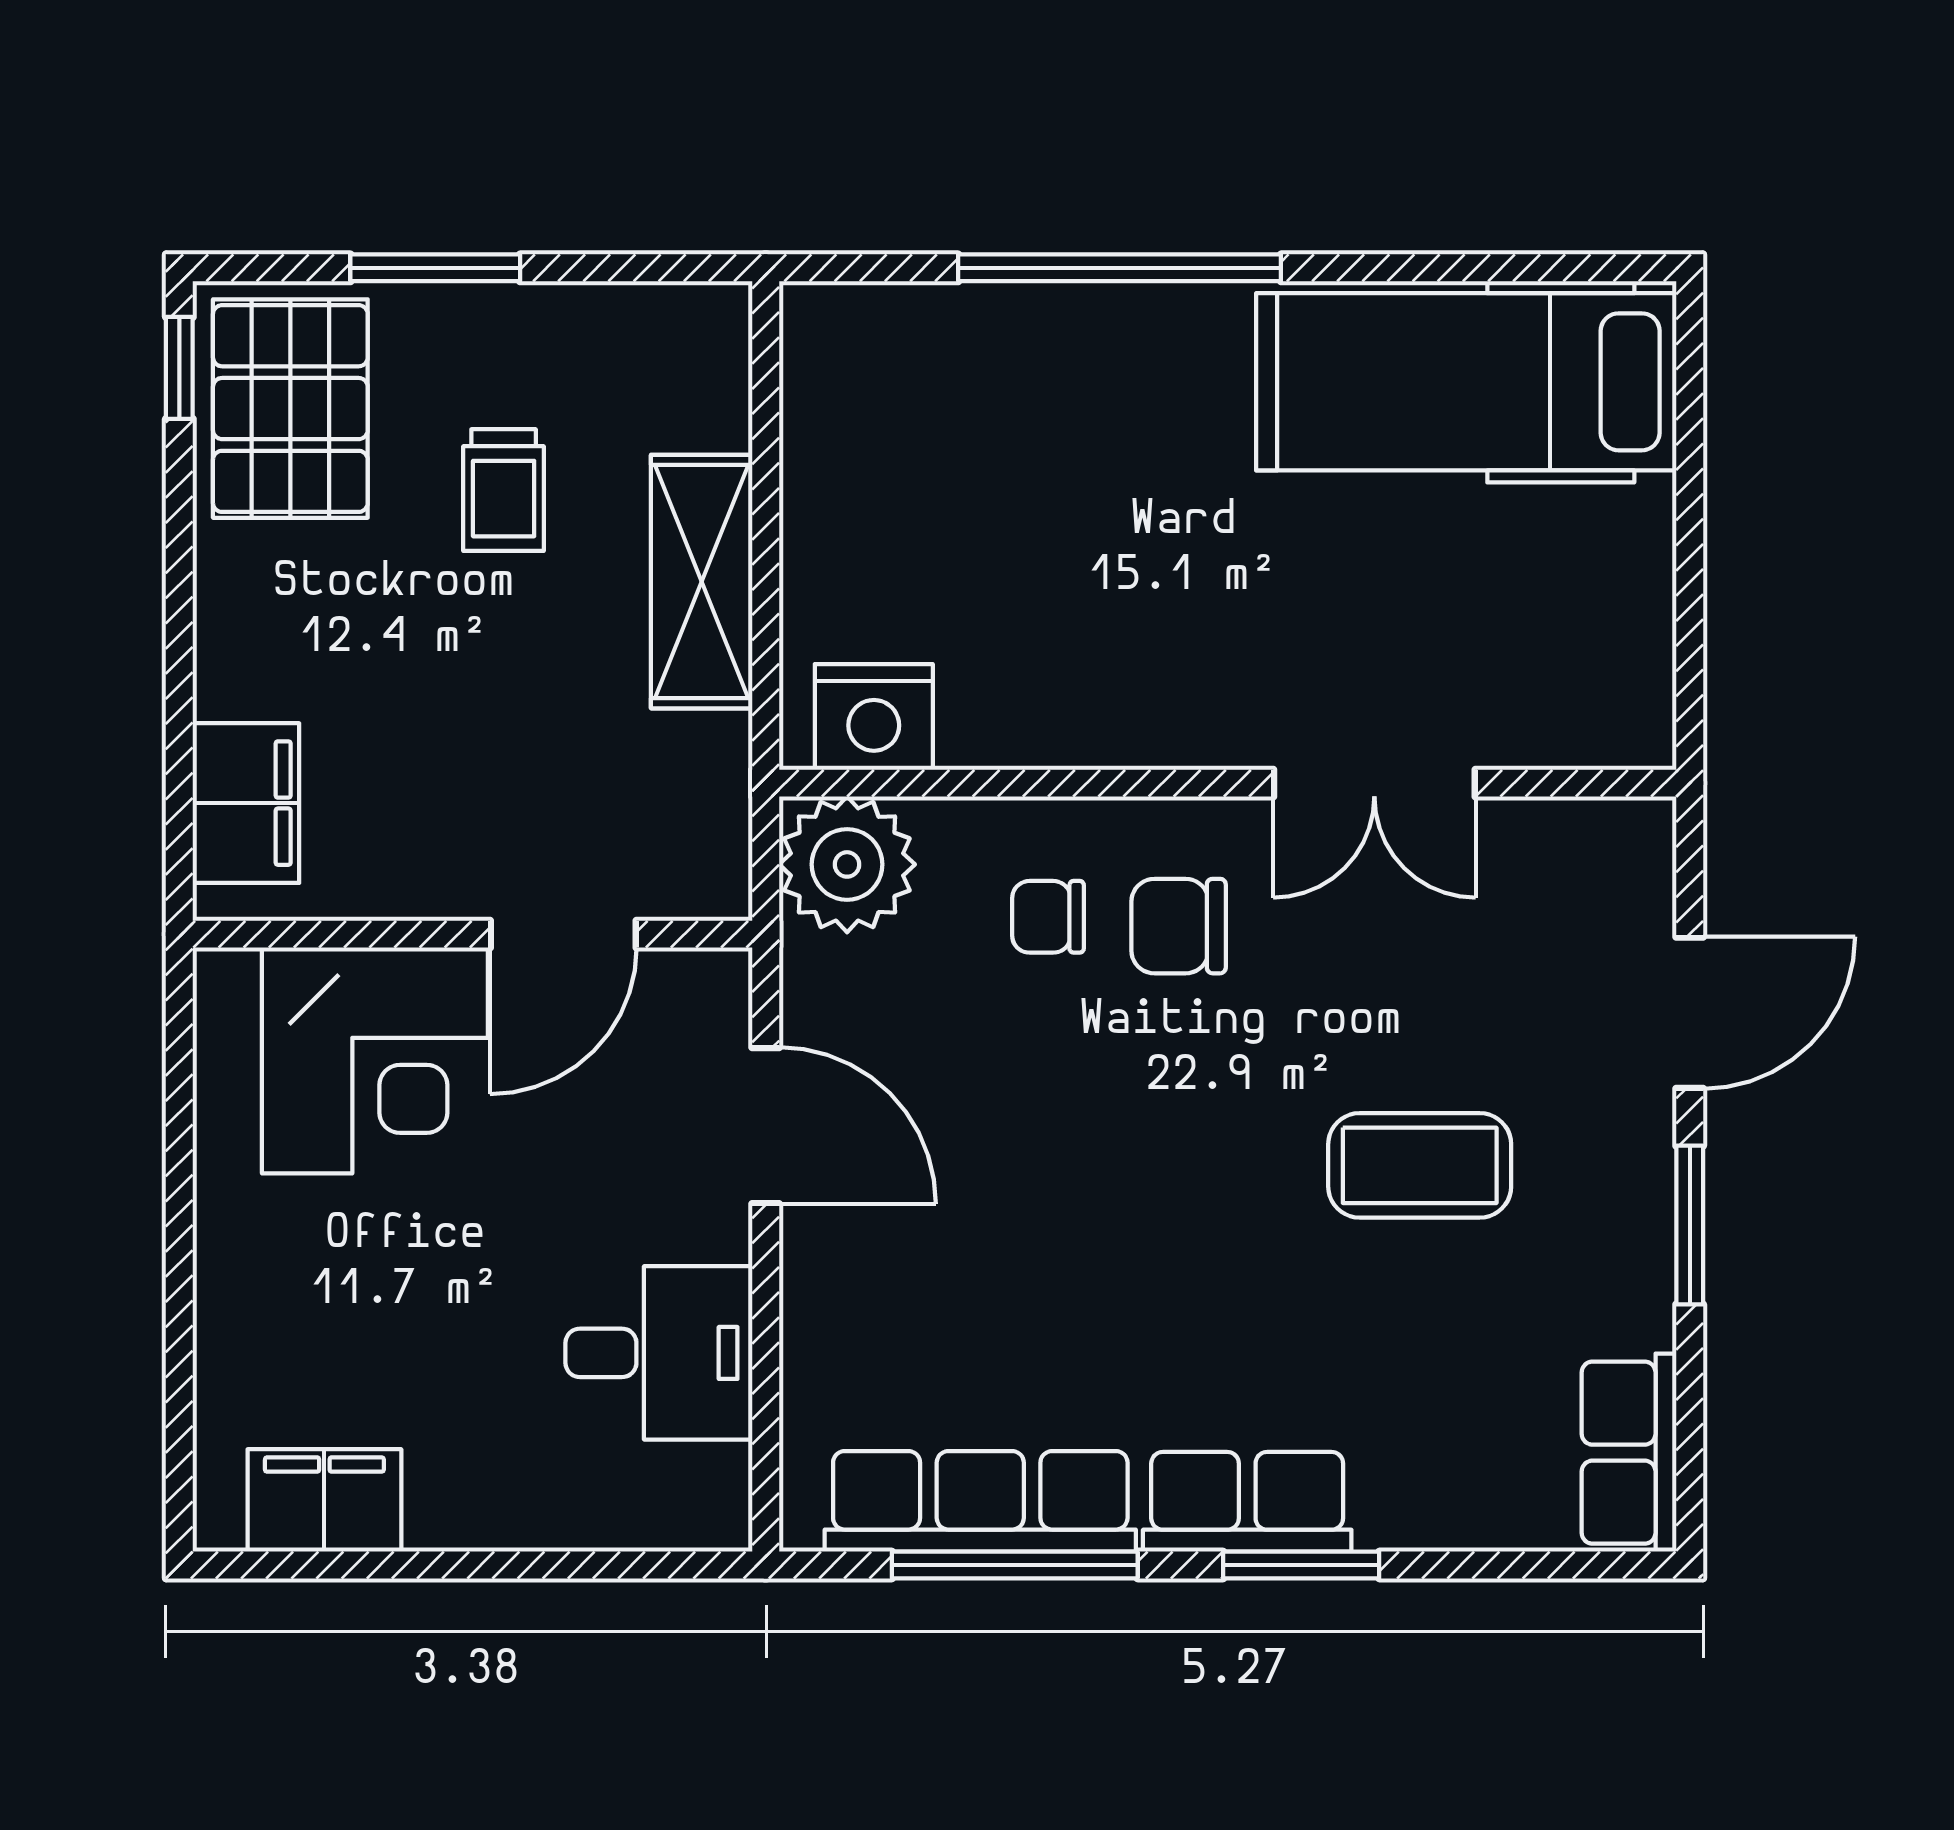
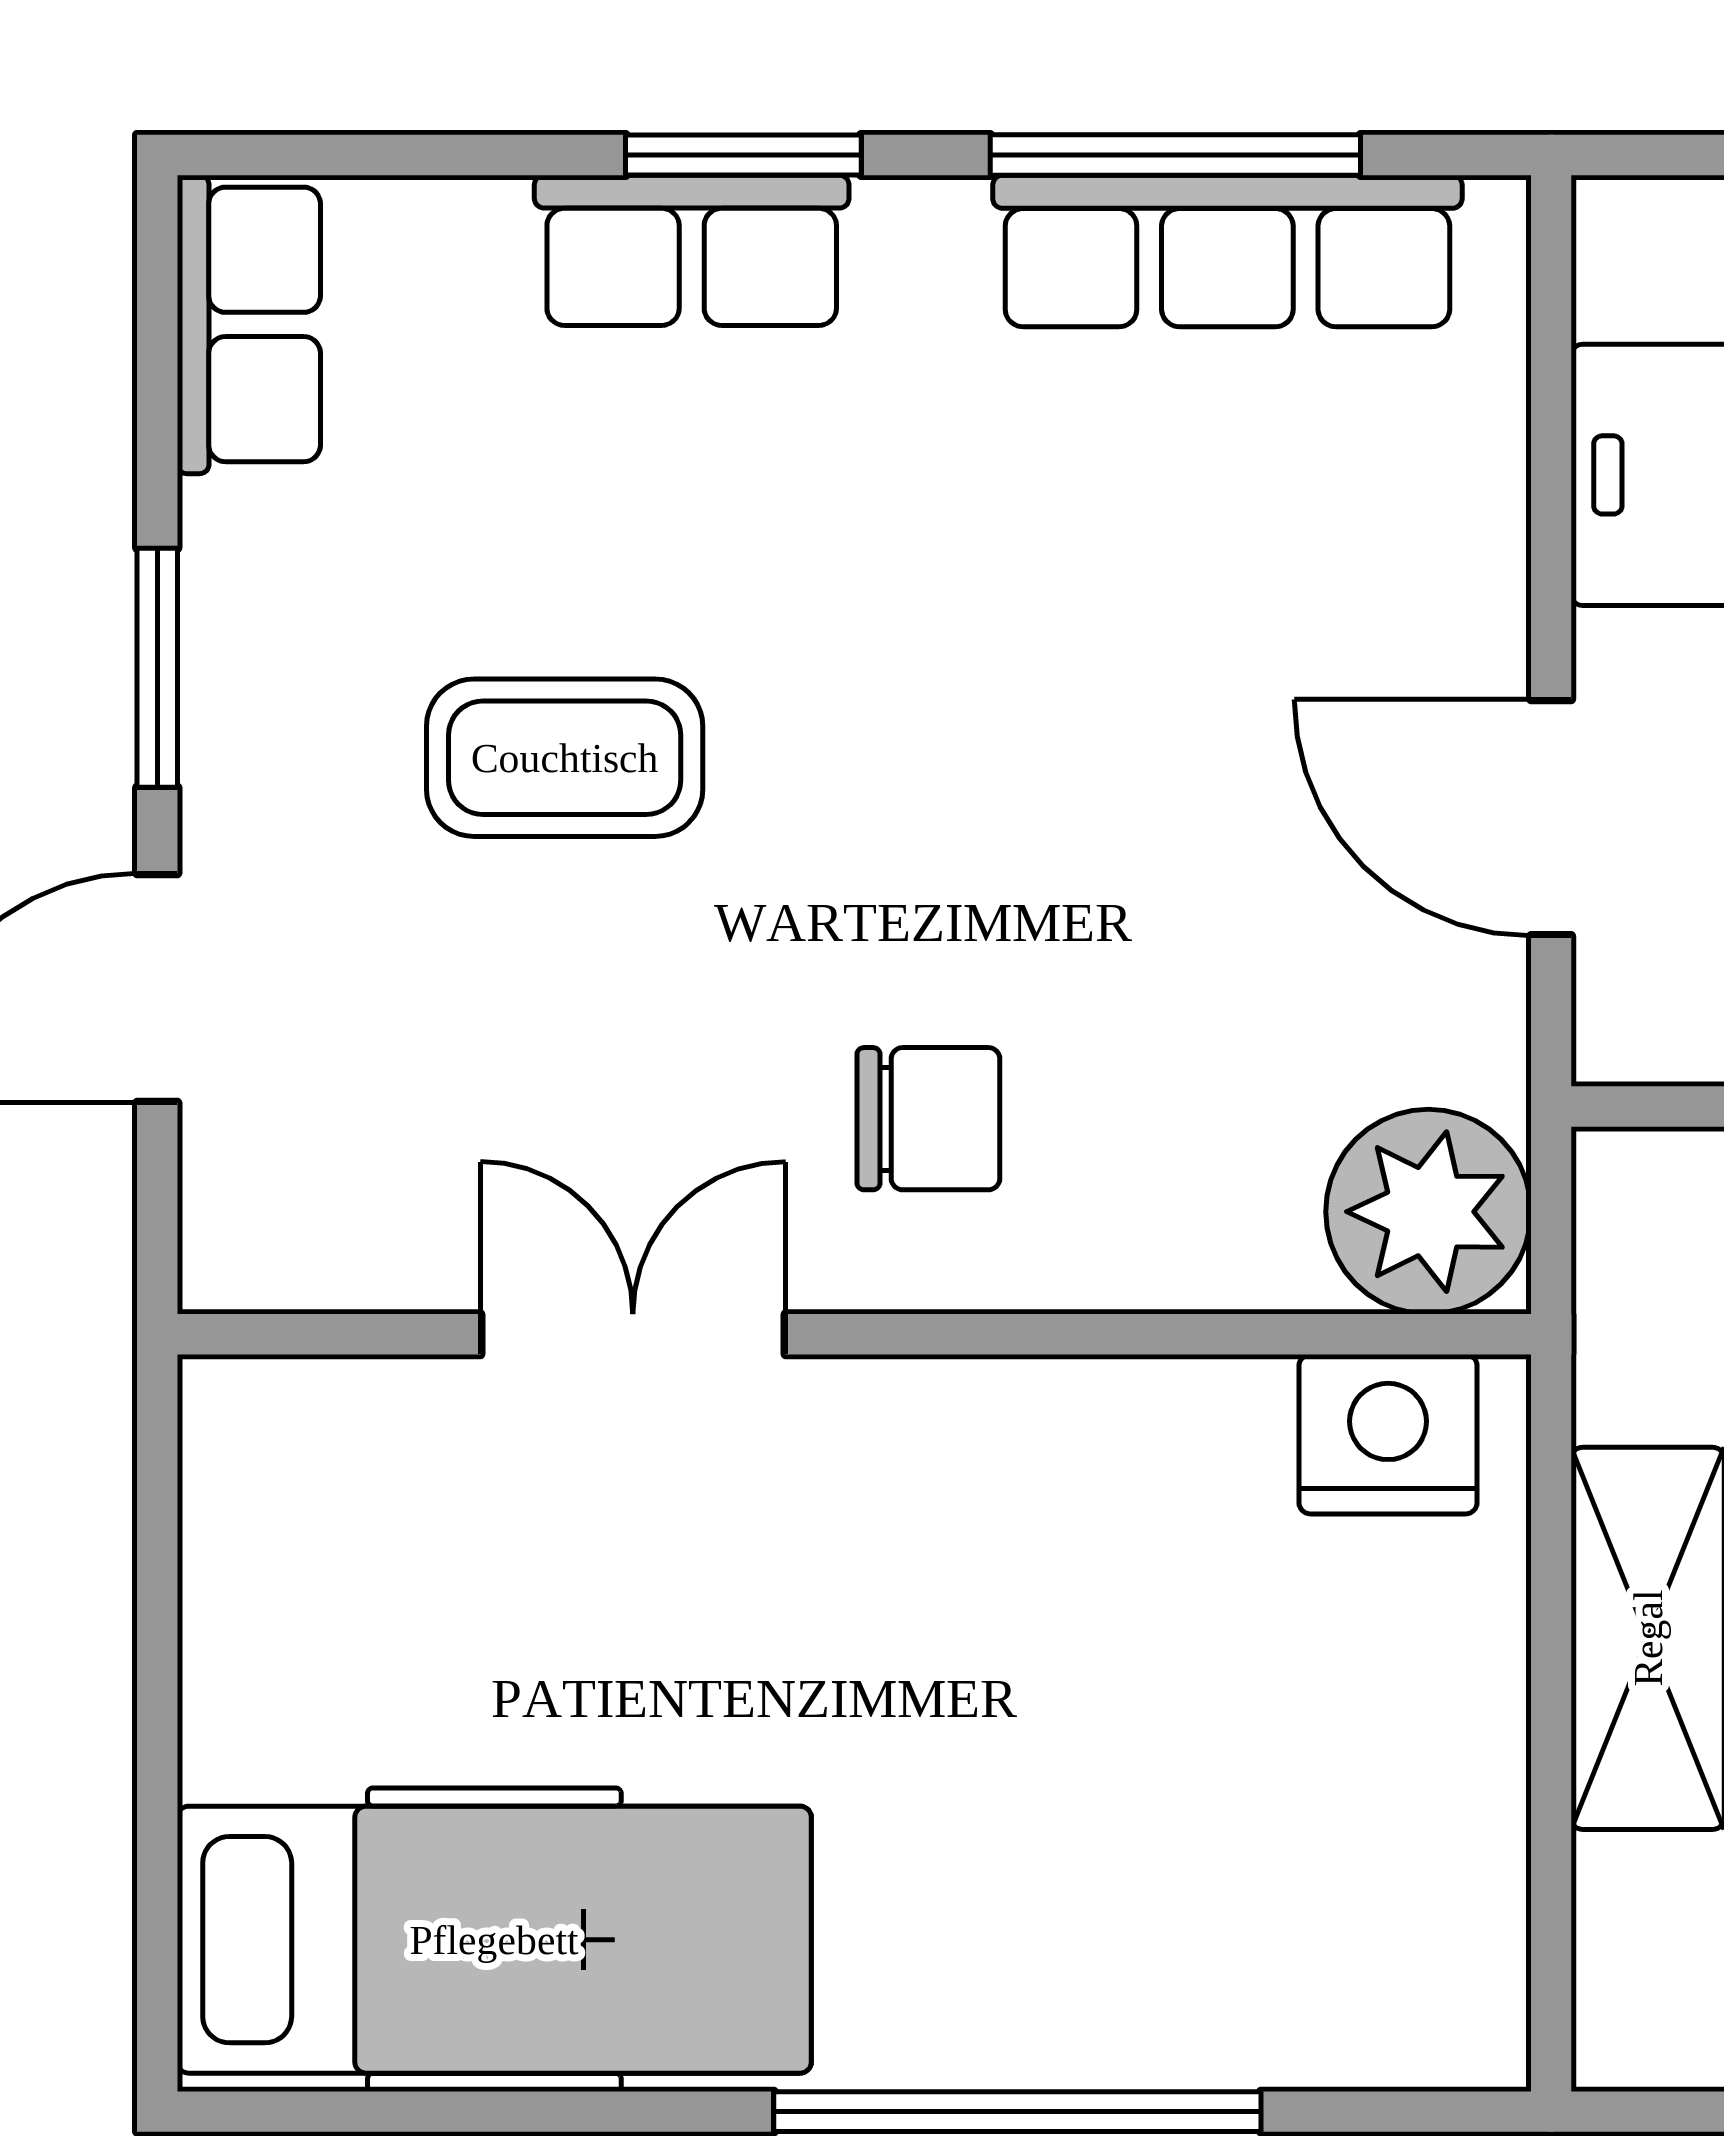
chair: (1048, 917) -> (1125, 1133), removed
row of seats: (1247, 1502) -> (692, 250), moved

